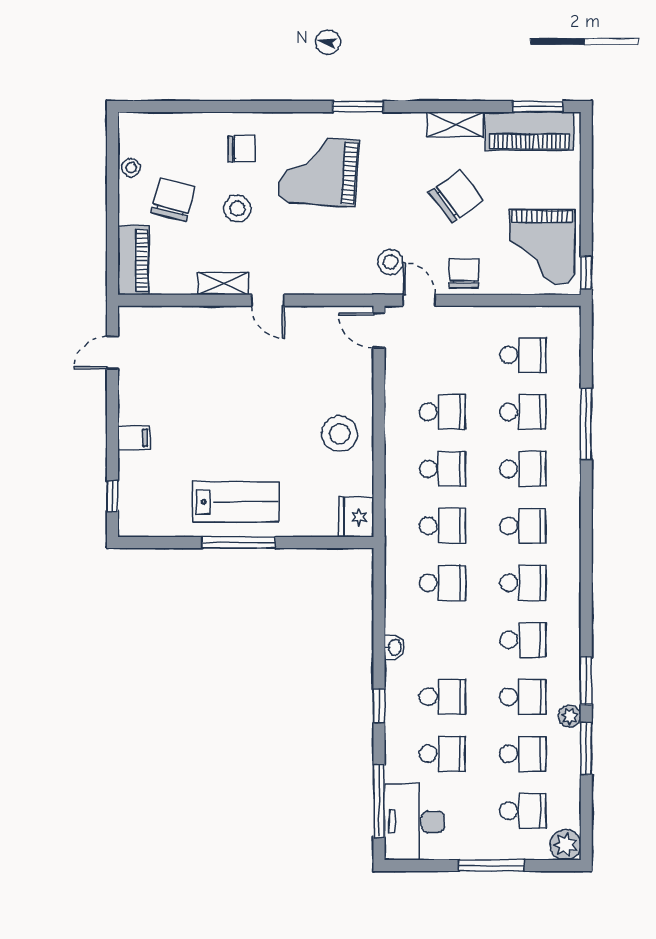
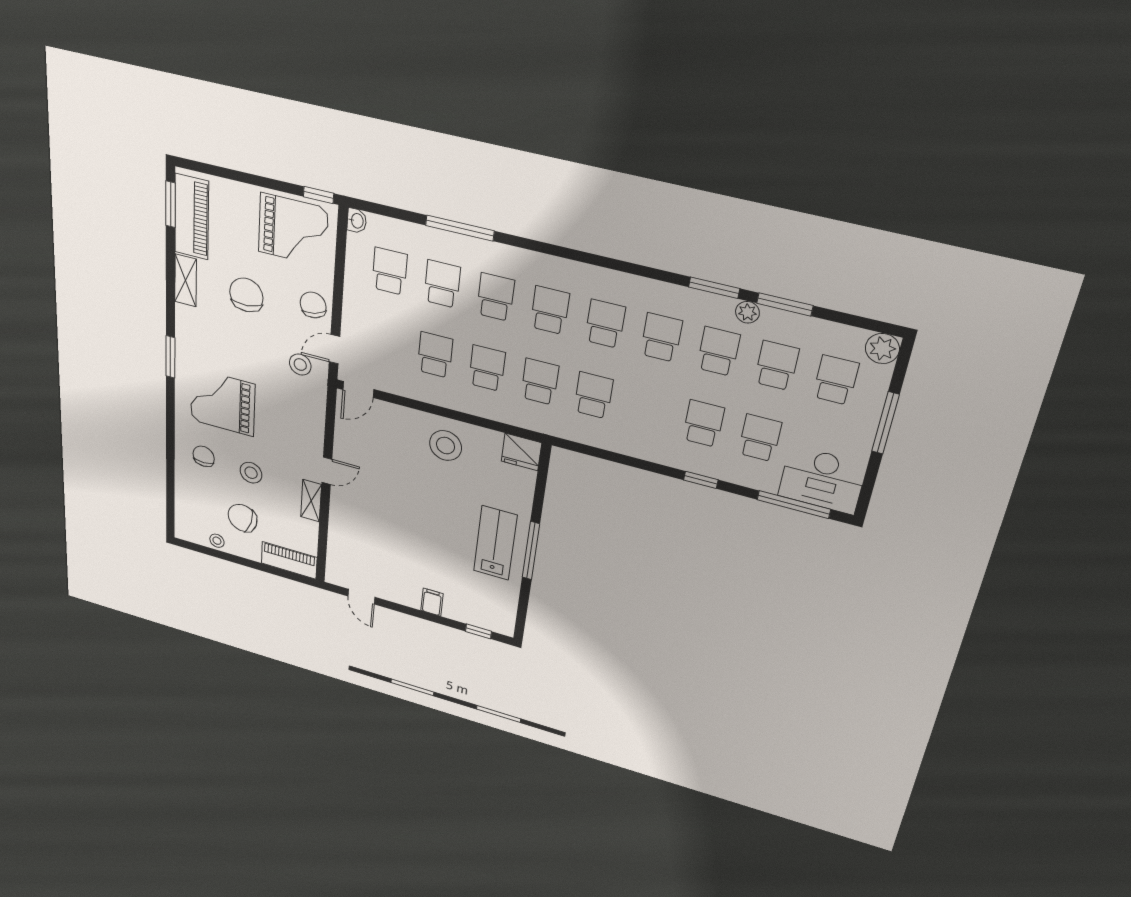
grand piano: (319, 171) -> (222, 402), turned 86
chair: (456, 196) -> (246, 295), turned 33
chair: (464, 273) -> (313, 305), turned 76
washbasin: (394, 647) -> (357, 221), moved, turned 90

